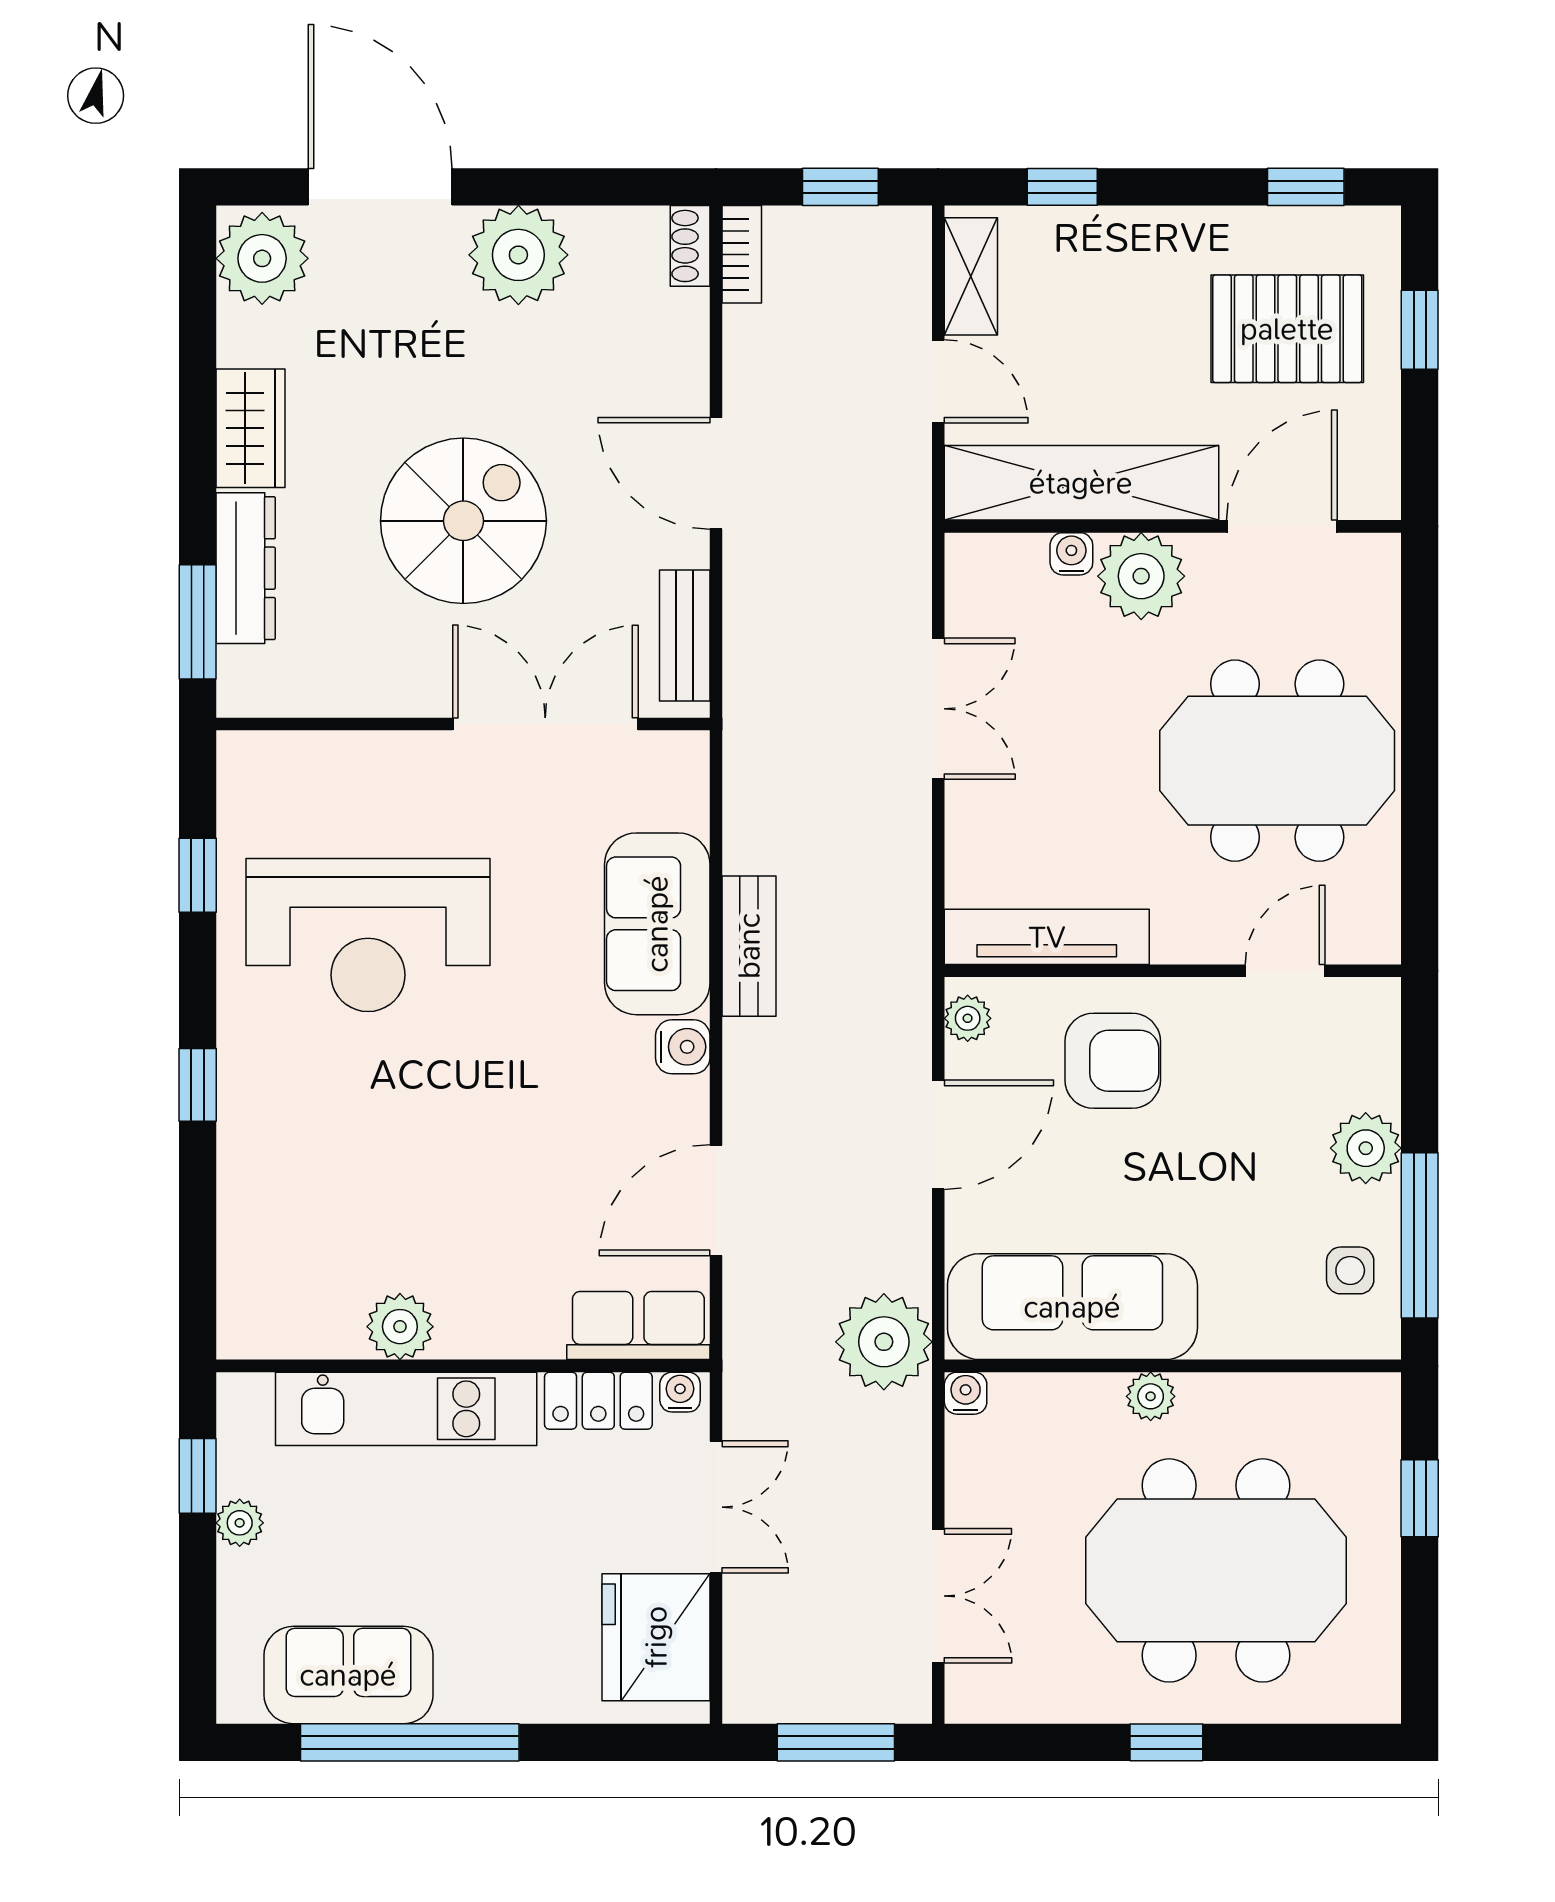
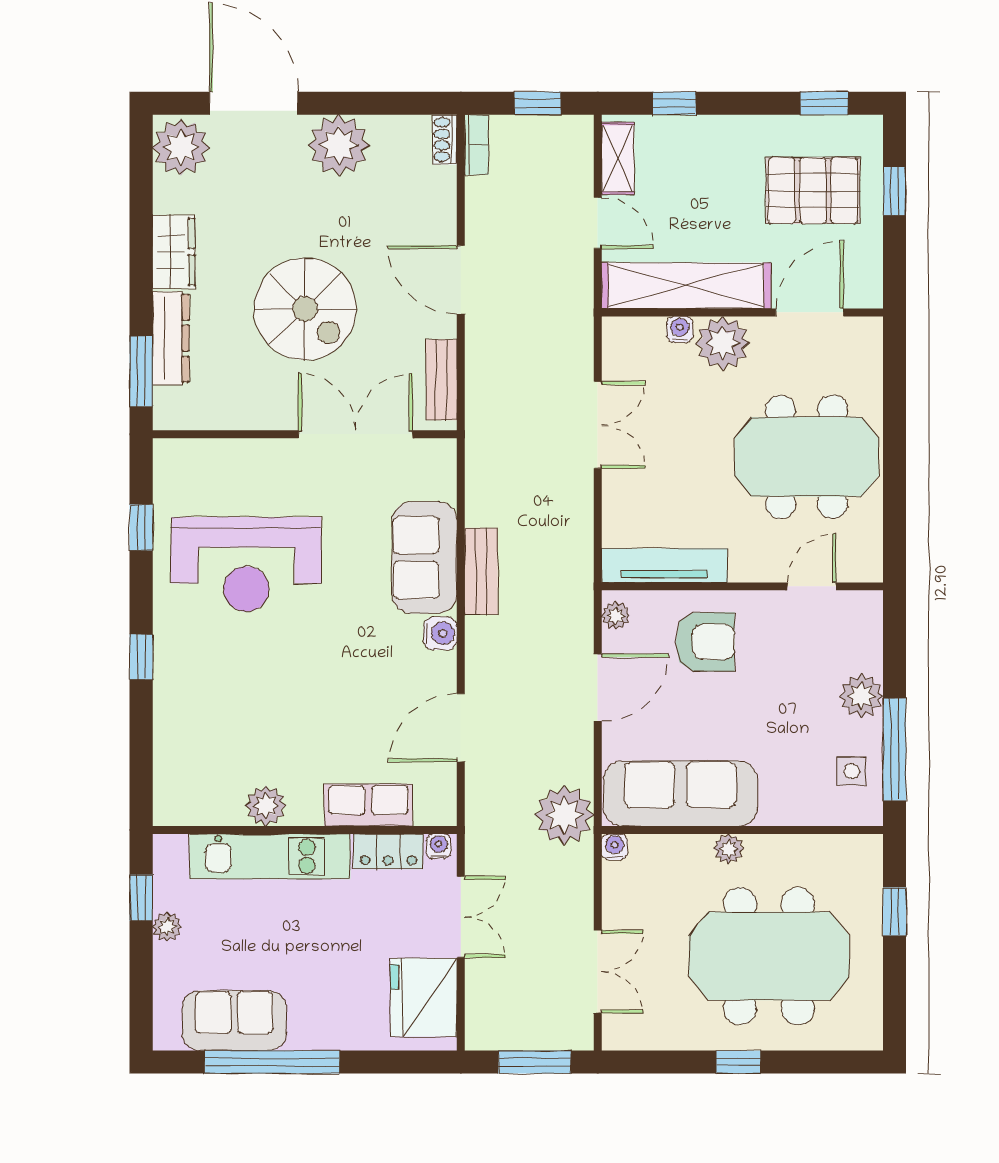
spiral stairs: (463, 521) -> (305, 309), turned 90
row of seats: (638, 1325) -> (368, 805), moved

